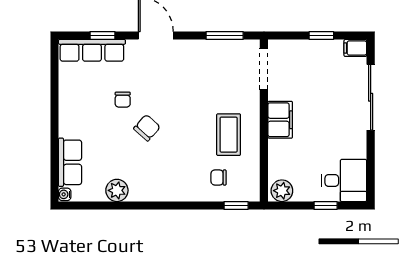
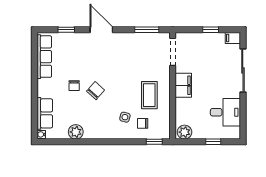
row of seats: (92, 50) -> (44, 57), moved, turned -90
chair: (123, 100) -> (74, 86), moved
side table: (192, 168) -> (125, 117), added
desk: (344, 180) -> (225, 112), moved

